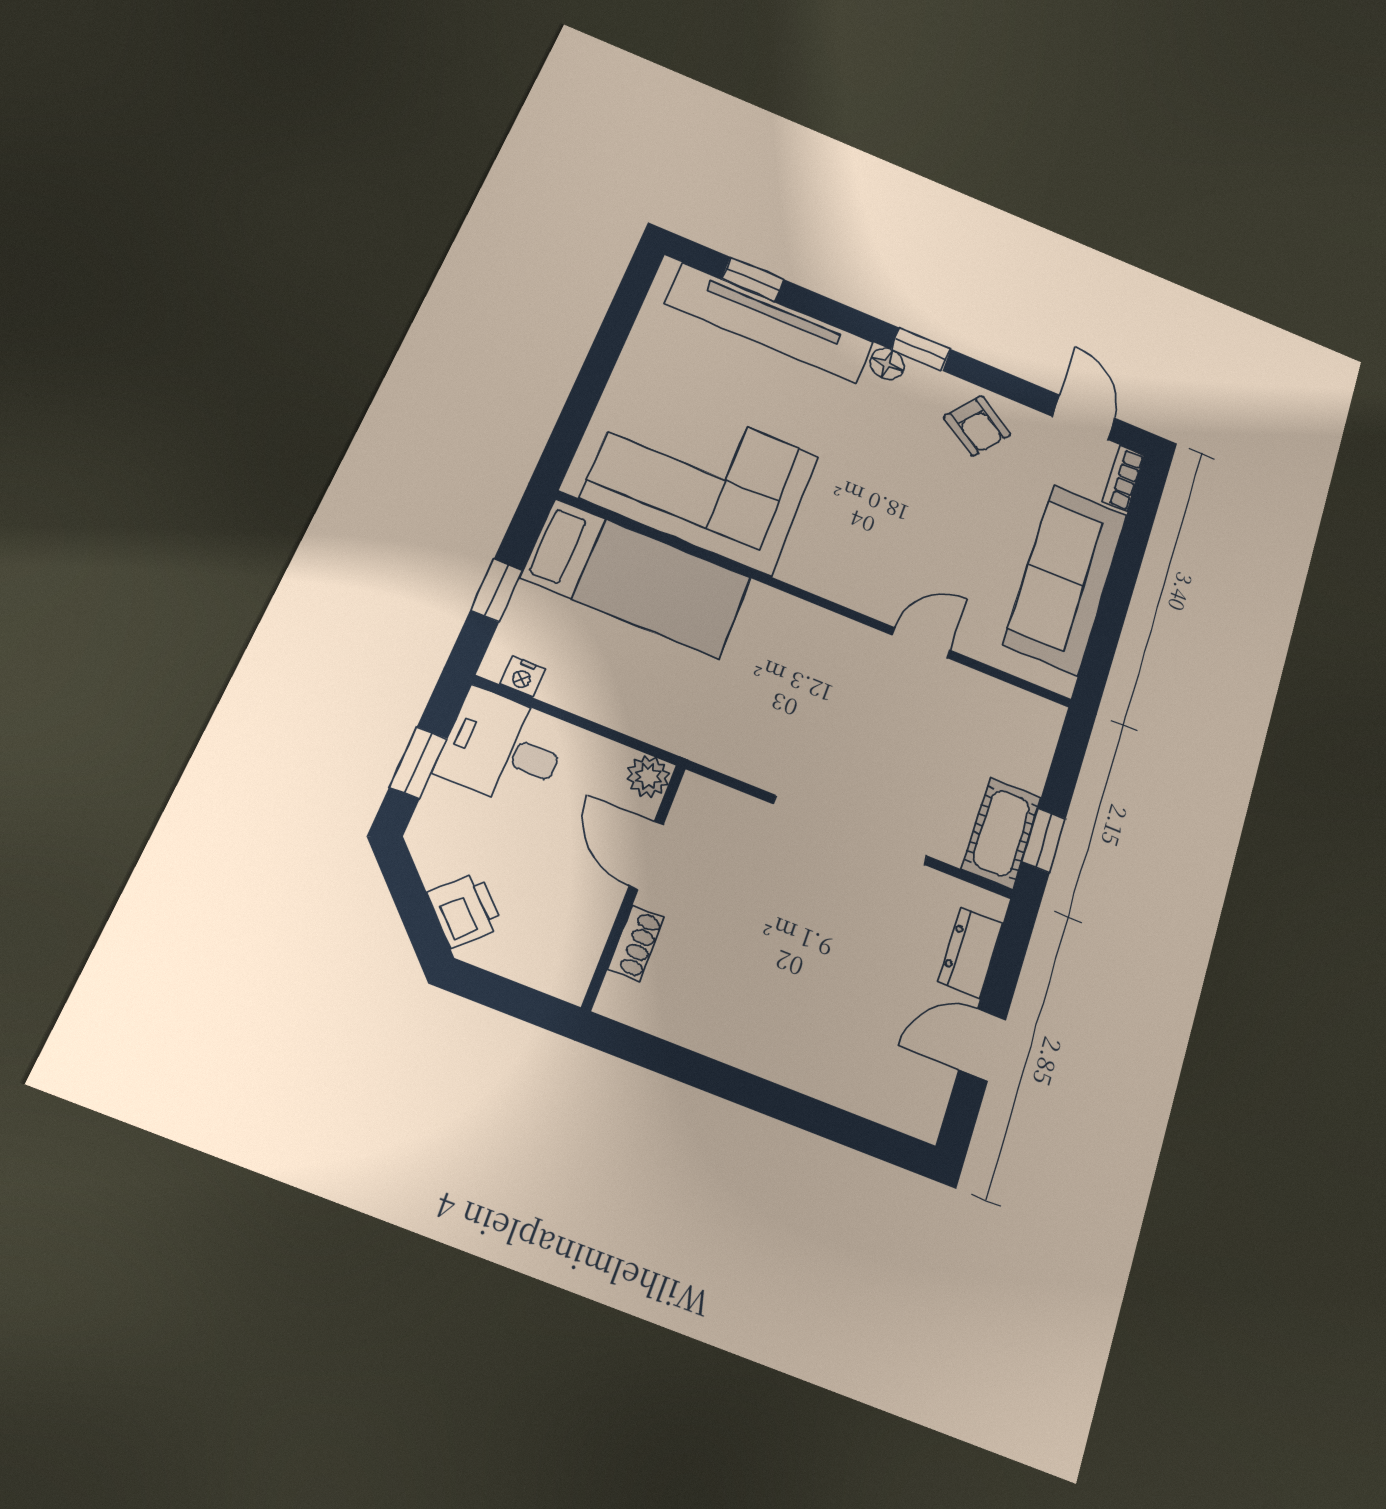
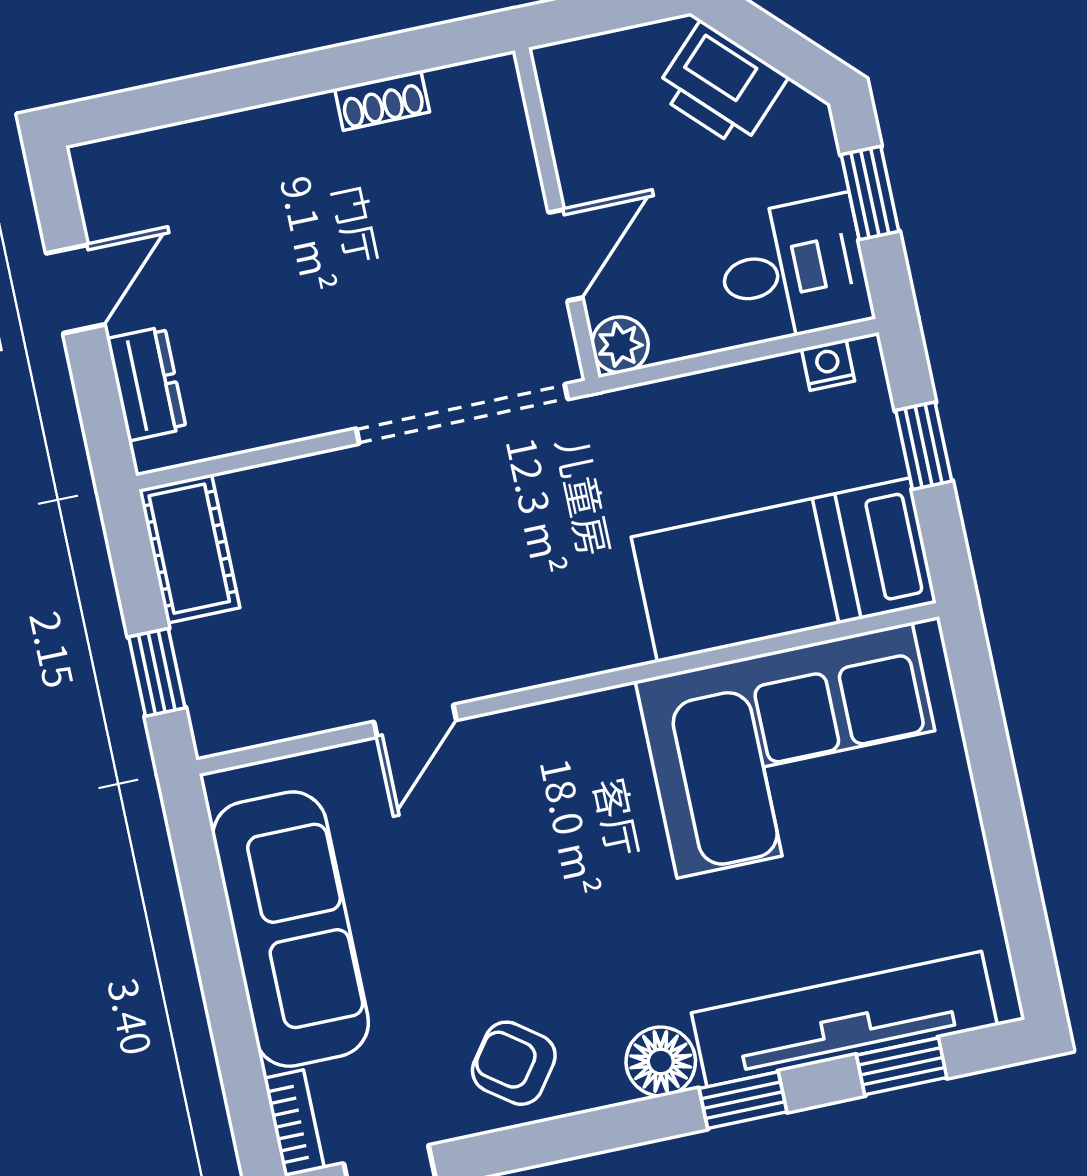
window: (921, 349) -> (743, 1100), moved
floor lamp: (887, 364) -> (661, 1061), width x1.37, depth x1.37
doorway: (850, 830) -> (462, 414), moved
window: (1044, 840) -> (157, 672), moved
door: (646, 855) -> (565, 255), hinge flipped
printer: (465, 910) -> (721, 85), width x1.36, depth x1.24
shoe rack: (636, 943) -> (382, 100), moved, turned -90

